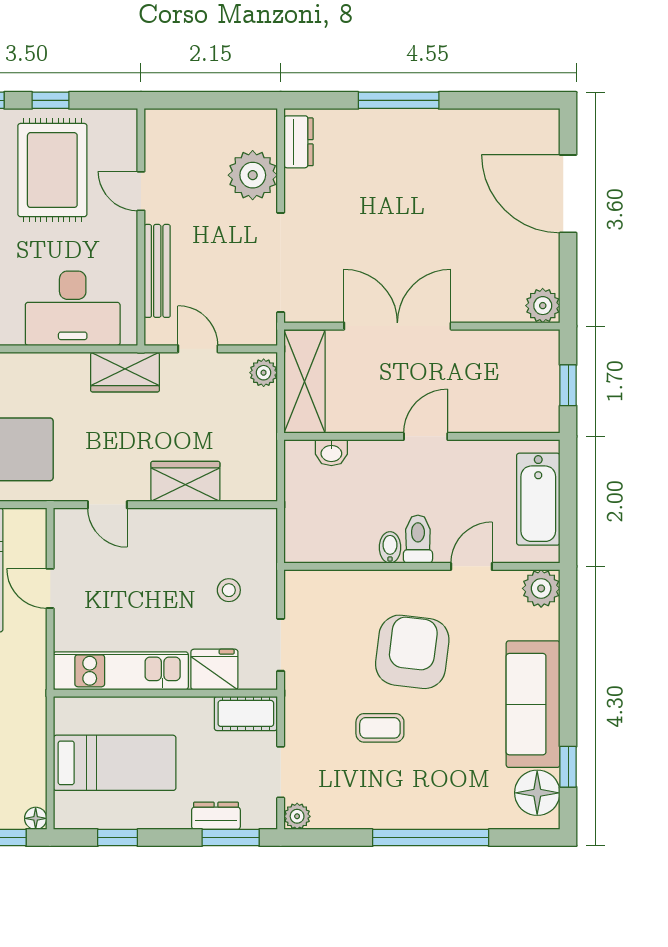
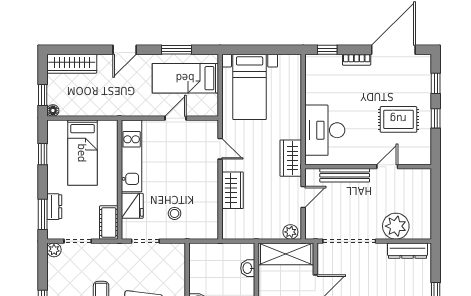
dresser: (299, 142) -> (407, 251), width x1.44
rug: (52, 170) -> (398, 119), width x0.73, depth x0.70
door: (107, 505) -> (220, 149), swing flipped

